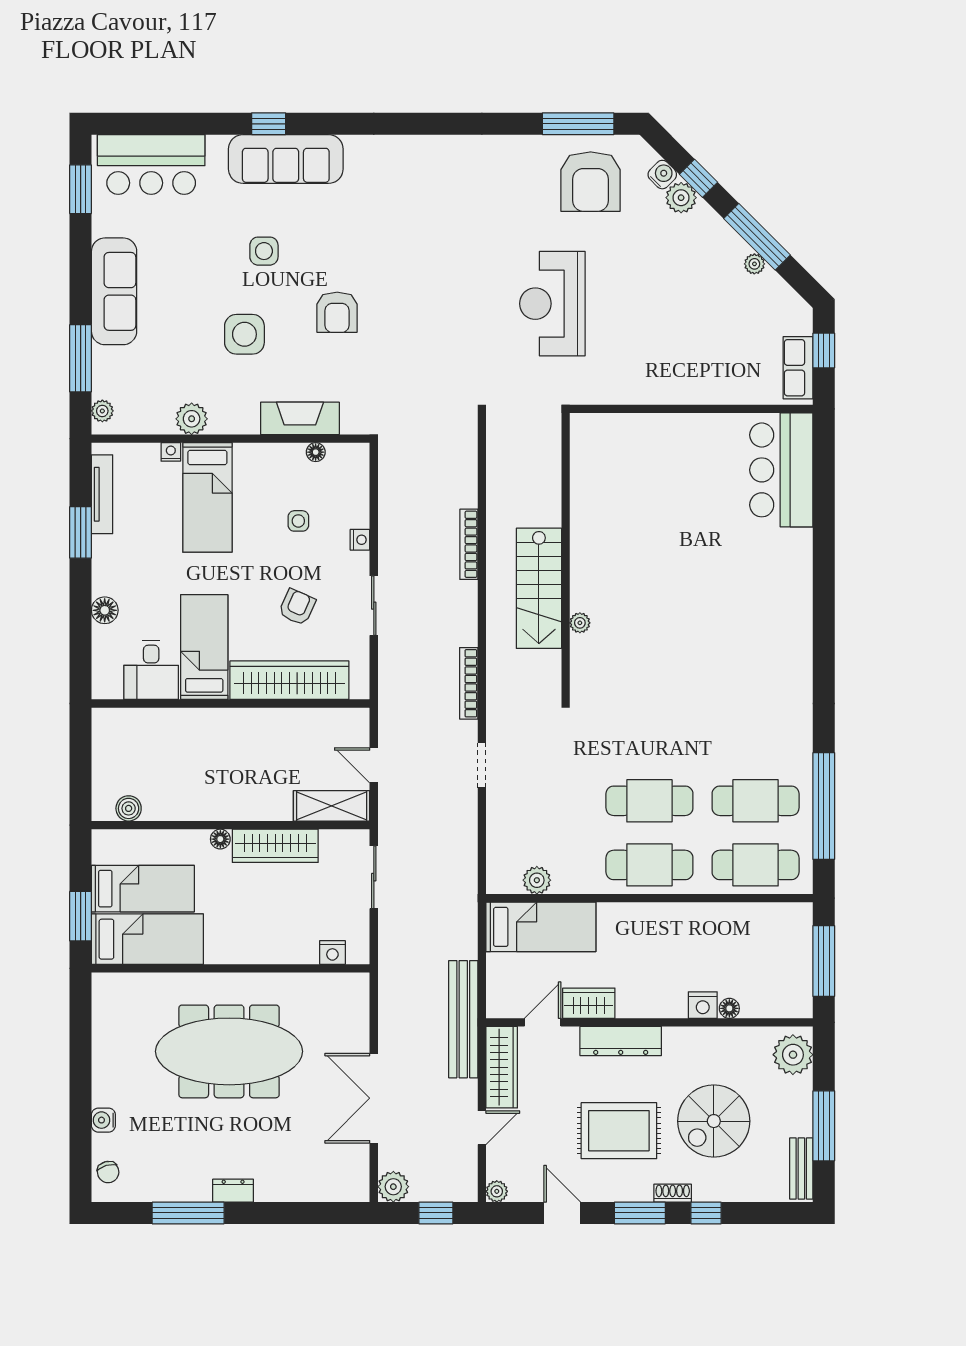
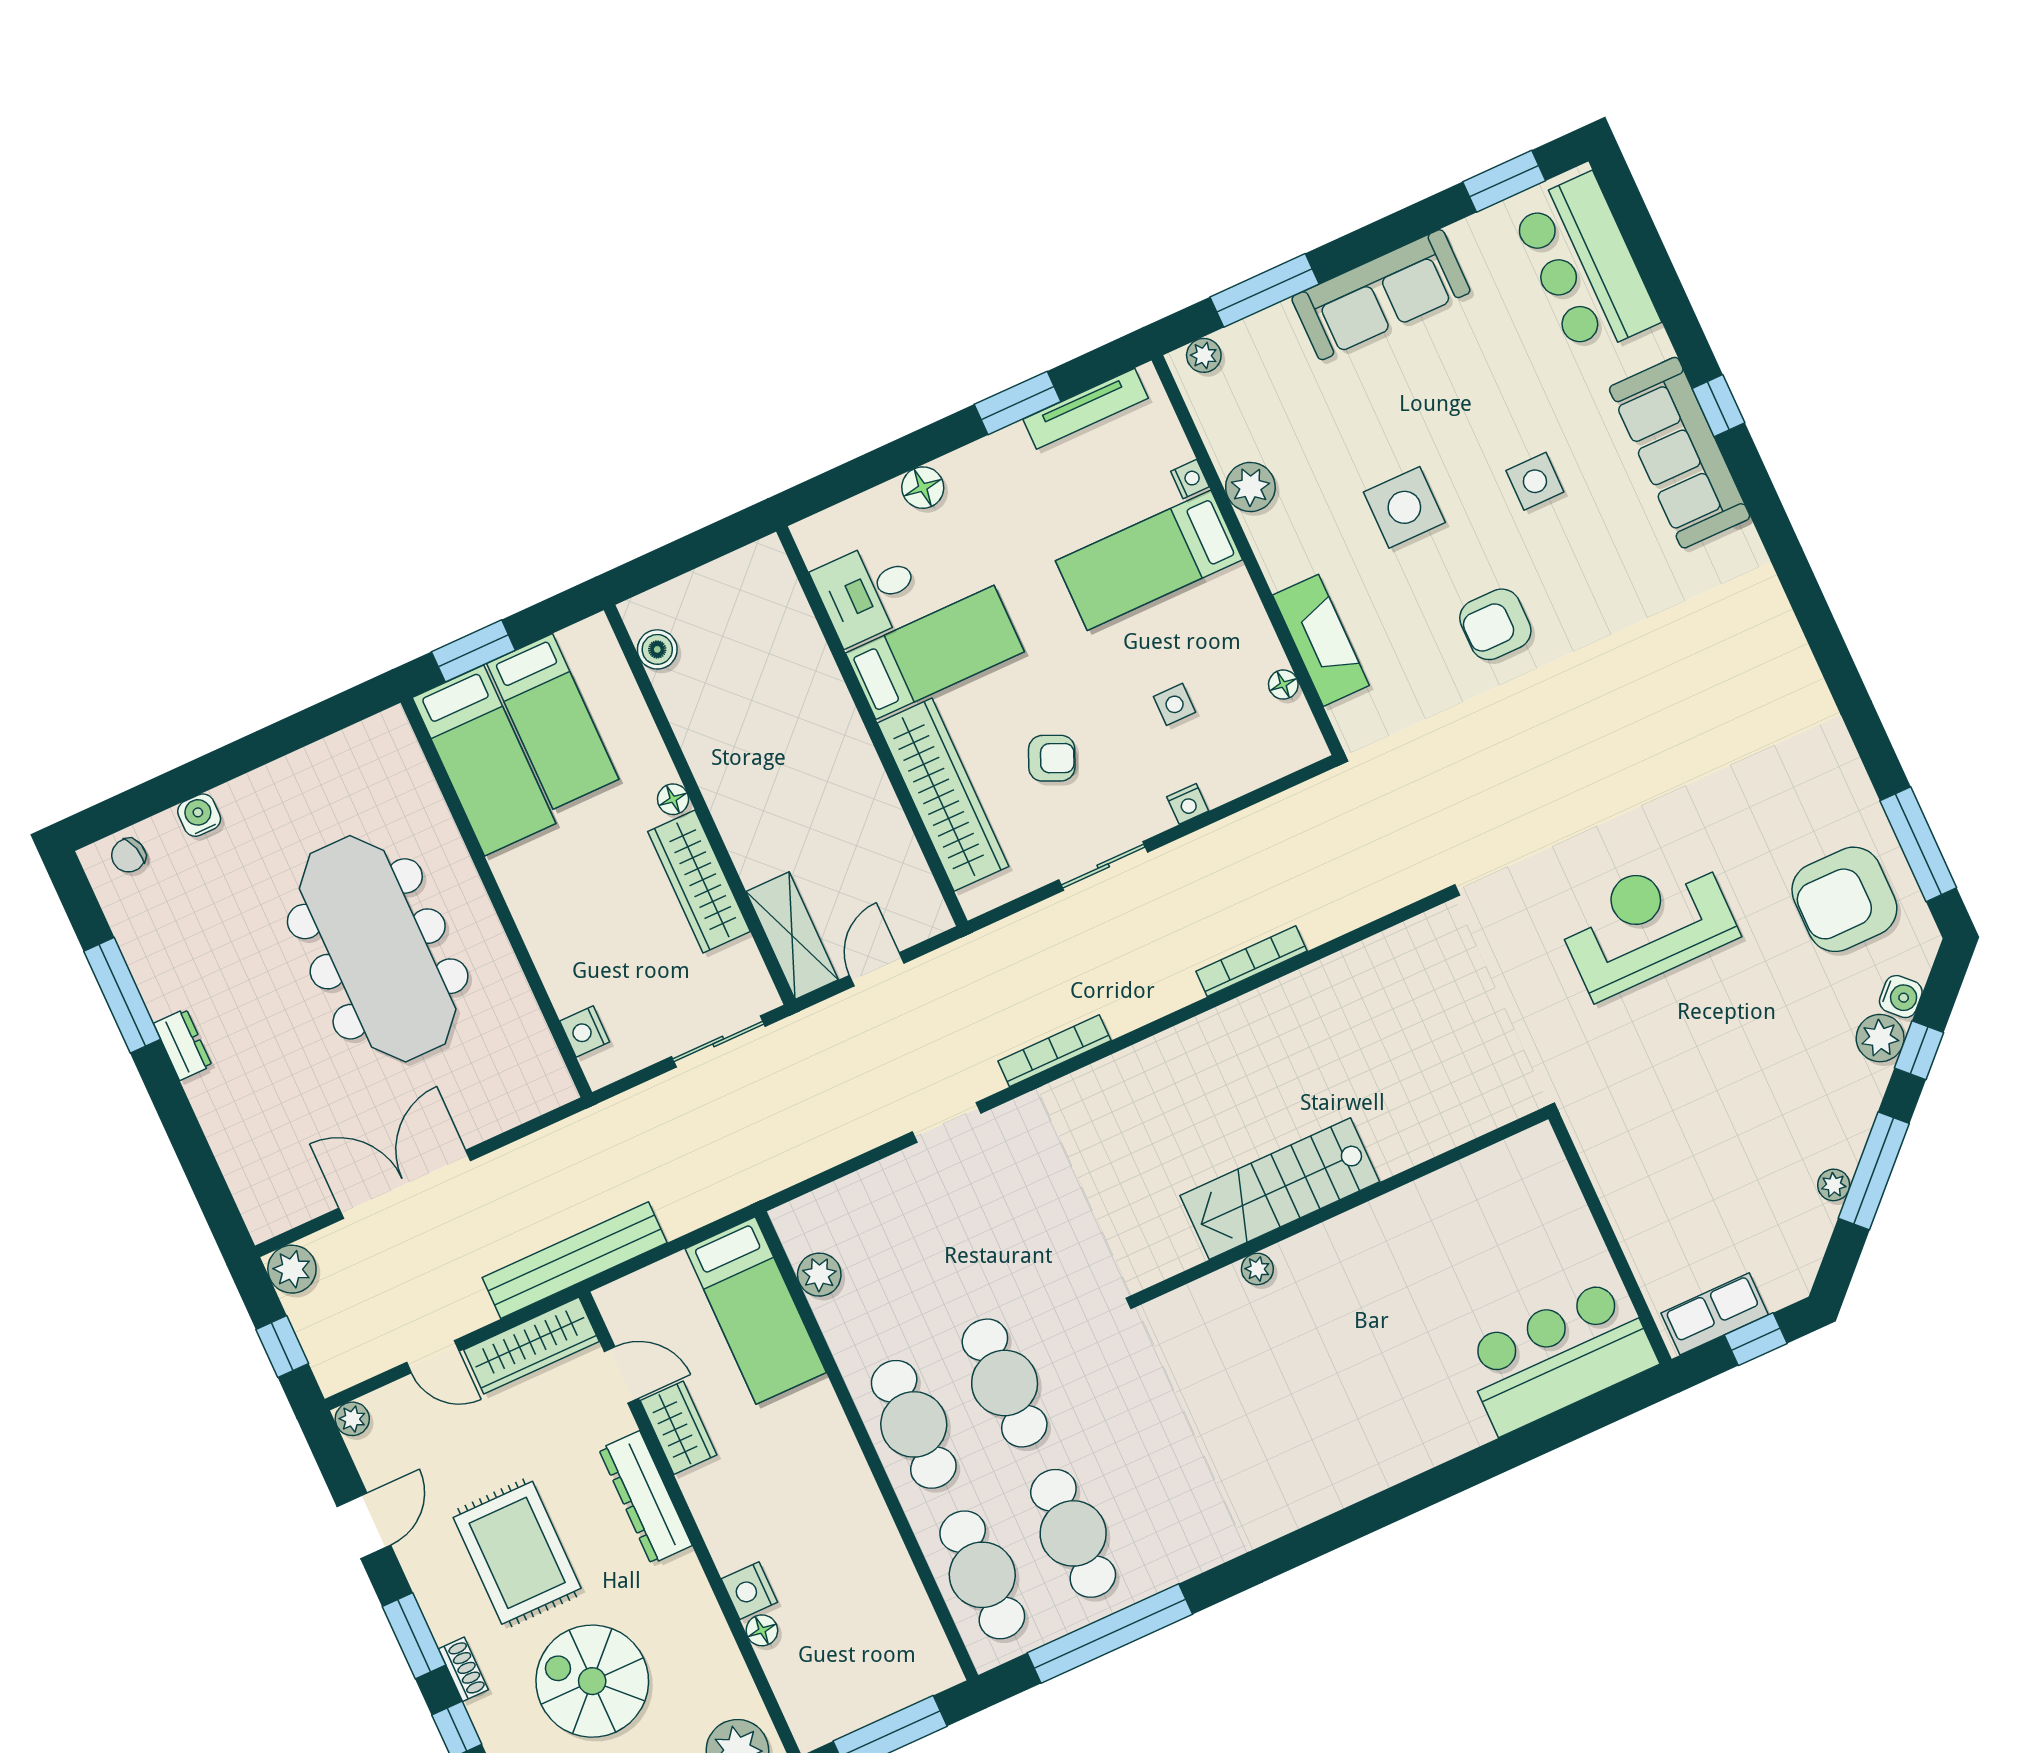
wall: (566, 556) -> (1343, 1206), moved
stairs: (539, 588) -> (1280, 1189), moved
plant: (580, 623) -> (1257, 1269), moved

